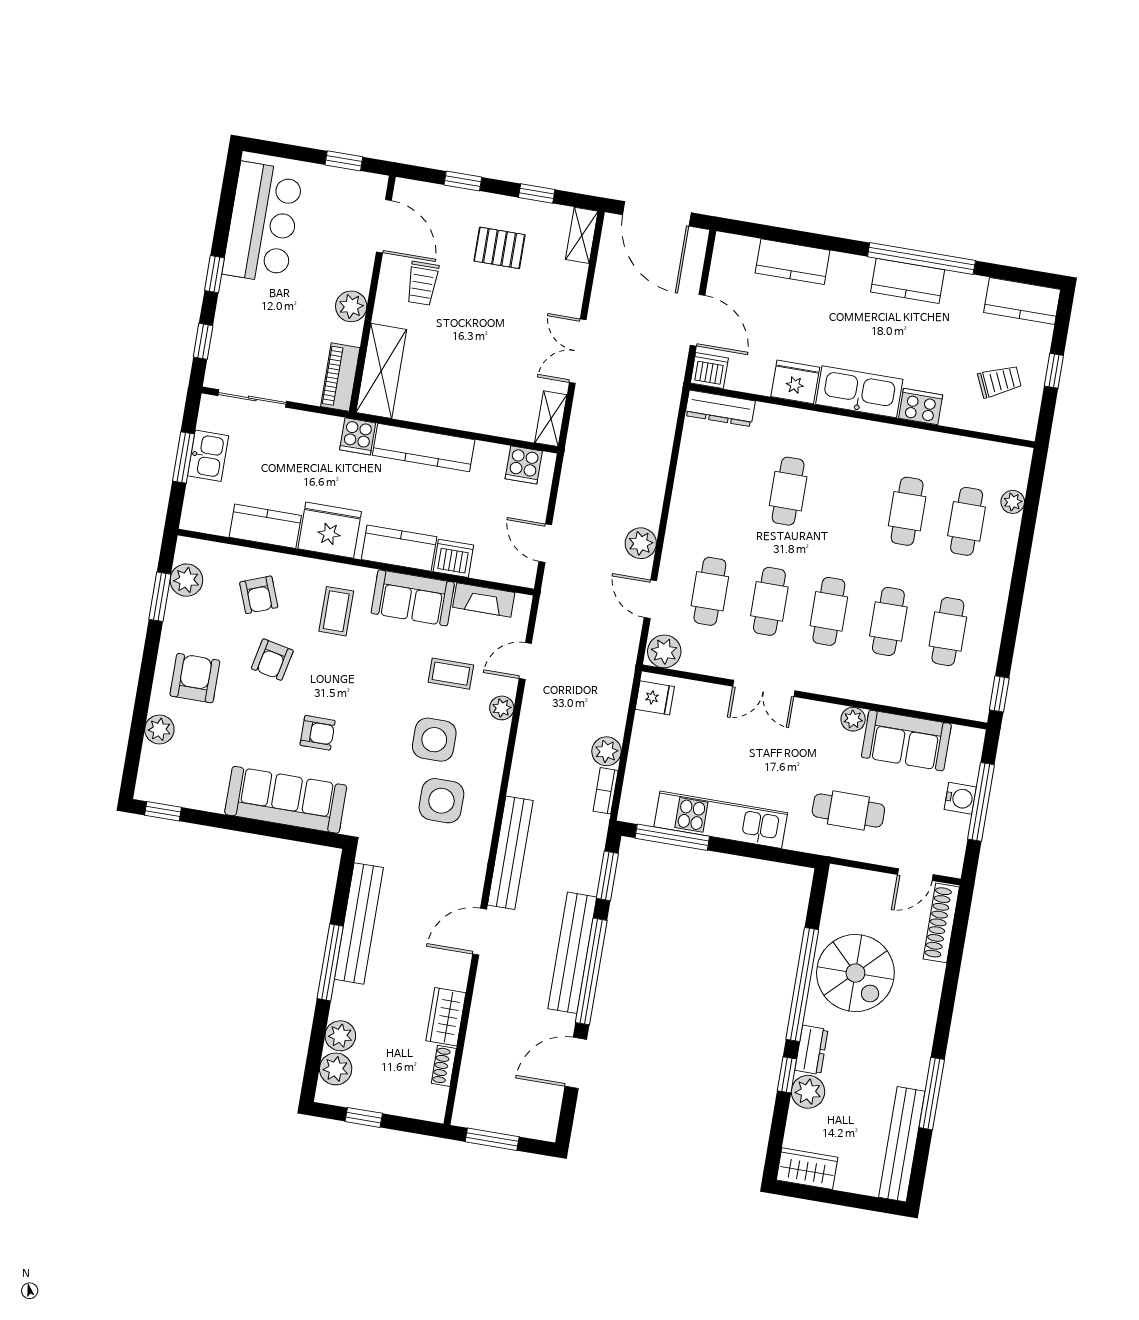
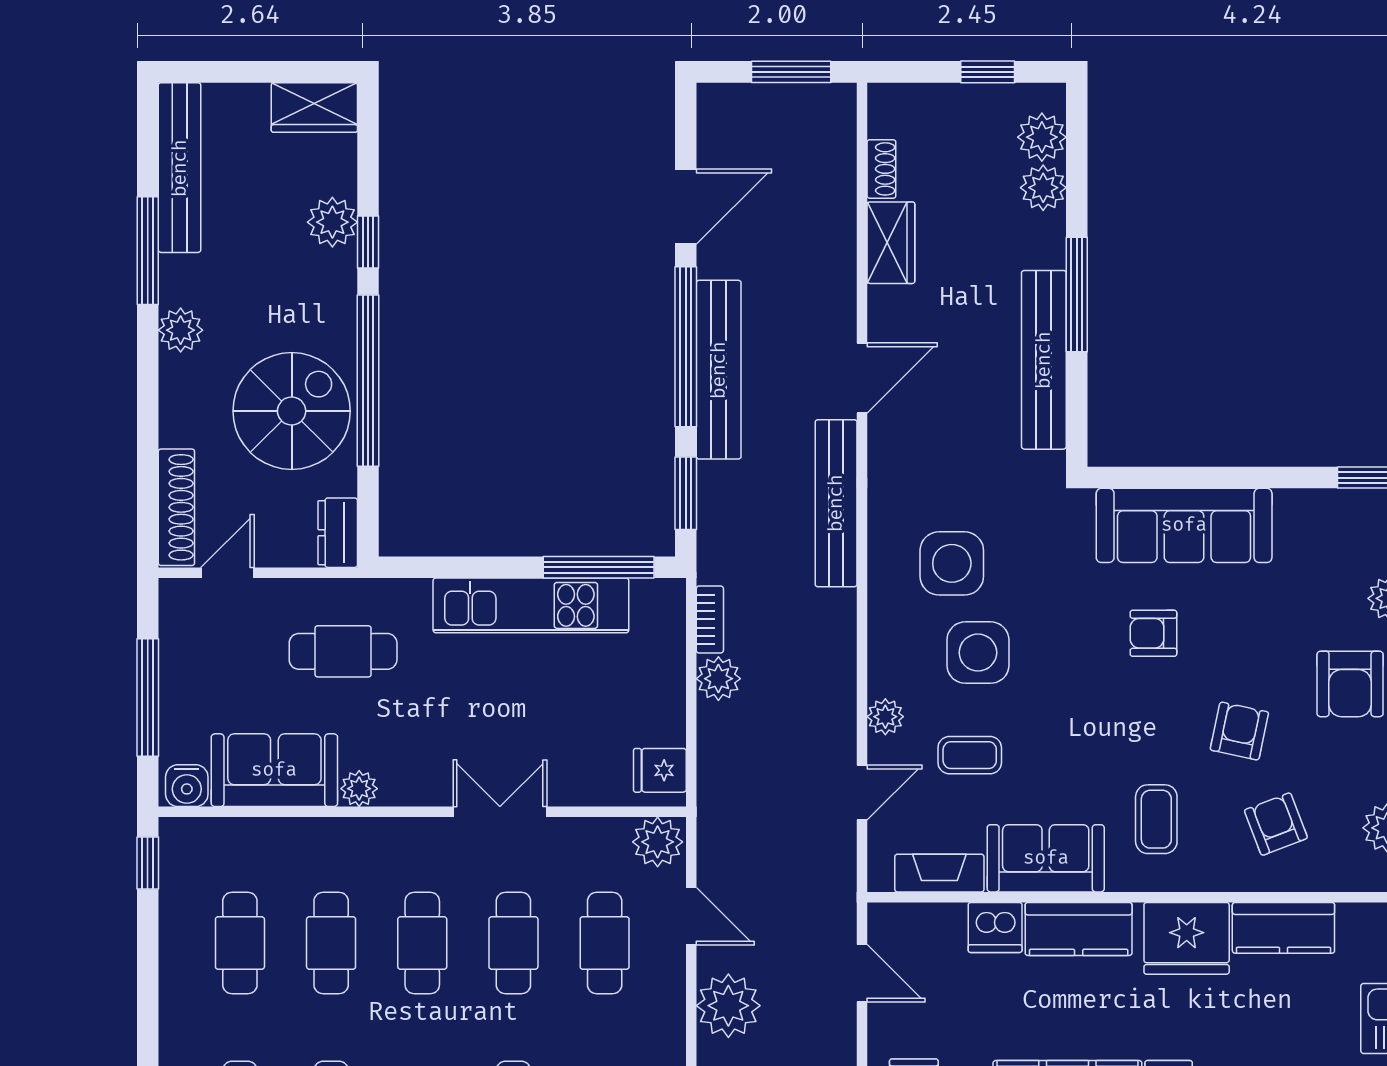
plant: (641, 543) -> (728, 1006), width x1.36, depth x1.36
water cooler: (960, 798) -> (187, 786), moved, turned -90
spiral stairs: (855, 973) -> (292, 411), turned 90
plant: (919, 1038) -> (181, 330), added
dresser: (811, 1050) -> (338, 533), moved

